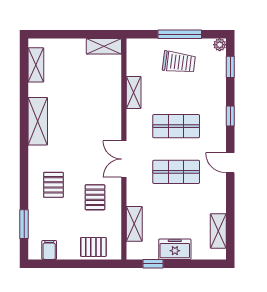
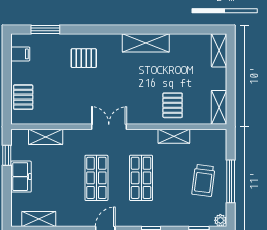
shelving: (36, 65) -> (219, 50), moved, turned 90
pallet: (95, 197) -> (173, 105), moved, turned 90

